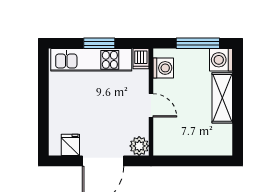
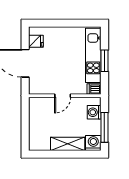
washing machine: (163, 68) -> (94, 112), moved, turned 90
plant: (139, 146) -> (35, 88), removed

